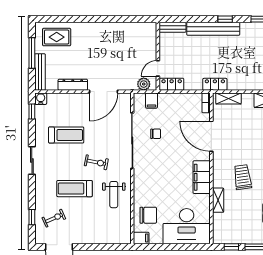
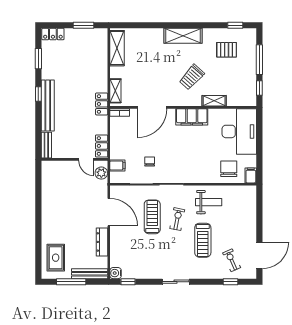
treadmill: (66, 135) -> (152, 217), moved
trolley: (242, 177) -> (192, 77), turned -40

